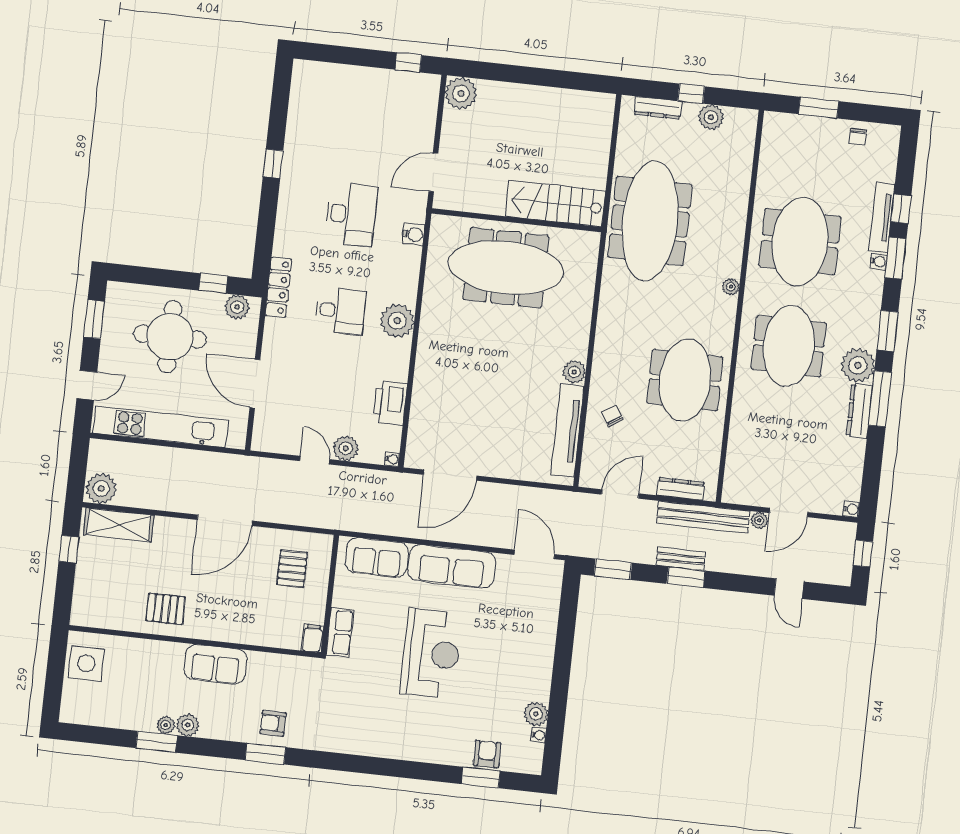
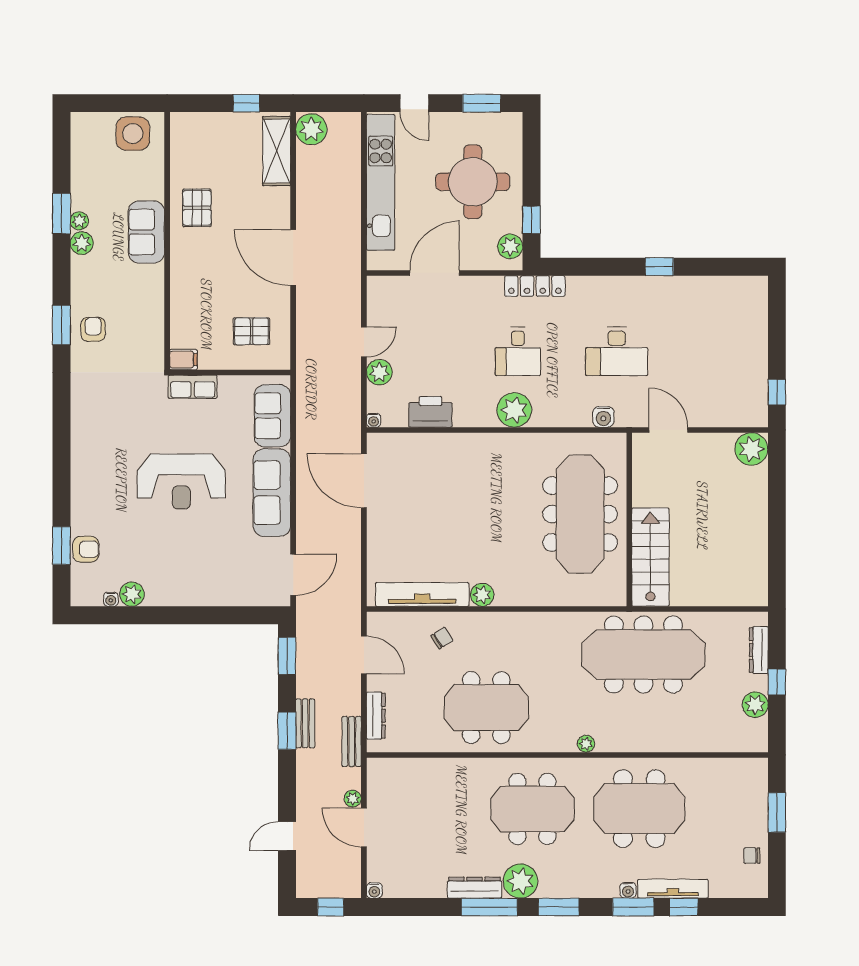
bench: (703, 517) -> (352, 741), width x0.54, depth x0.82
sofa: (215, 664) -> (146, 232), moved

